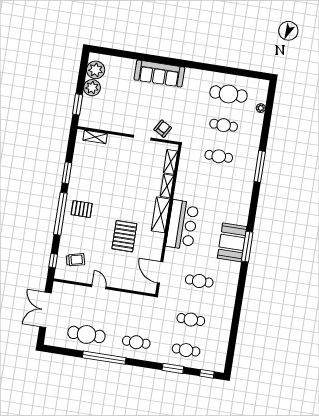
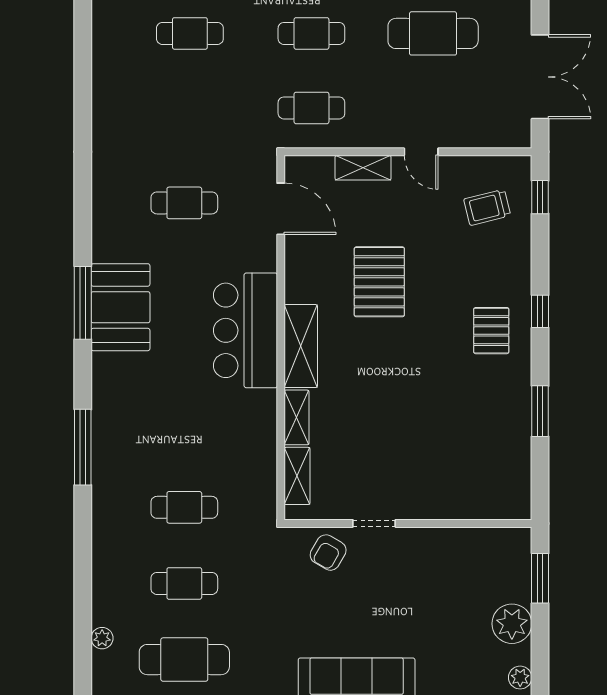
plant: (96, 70) -> (520, 678), width x0.53, depth x0.53
shelving: (95, 137) -> (363, 168), moved
window: (260, 166) -> (83, 447), moved
pallet: (82, 209) -> (491, 331), turned 90
window: (60, 214) -> (540, 311), width x0.32
cafe table: (191, 320) -> (311, 108), moved

